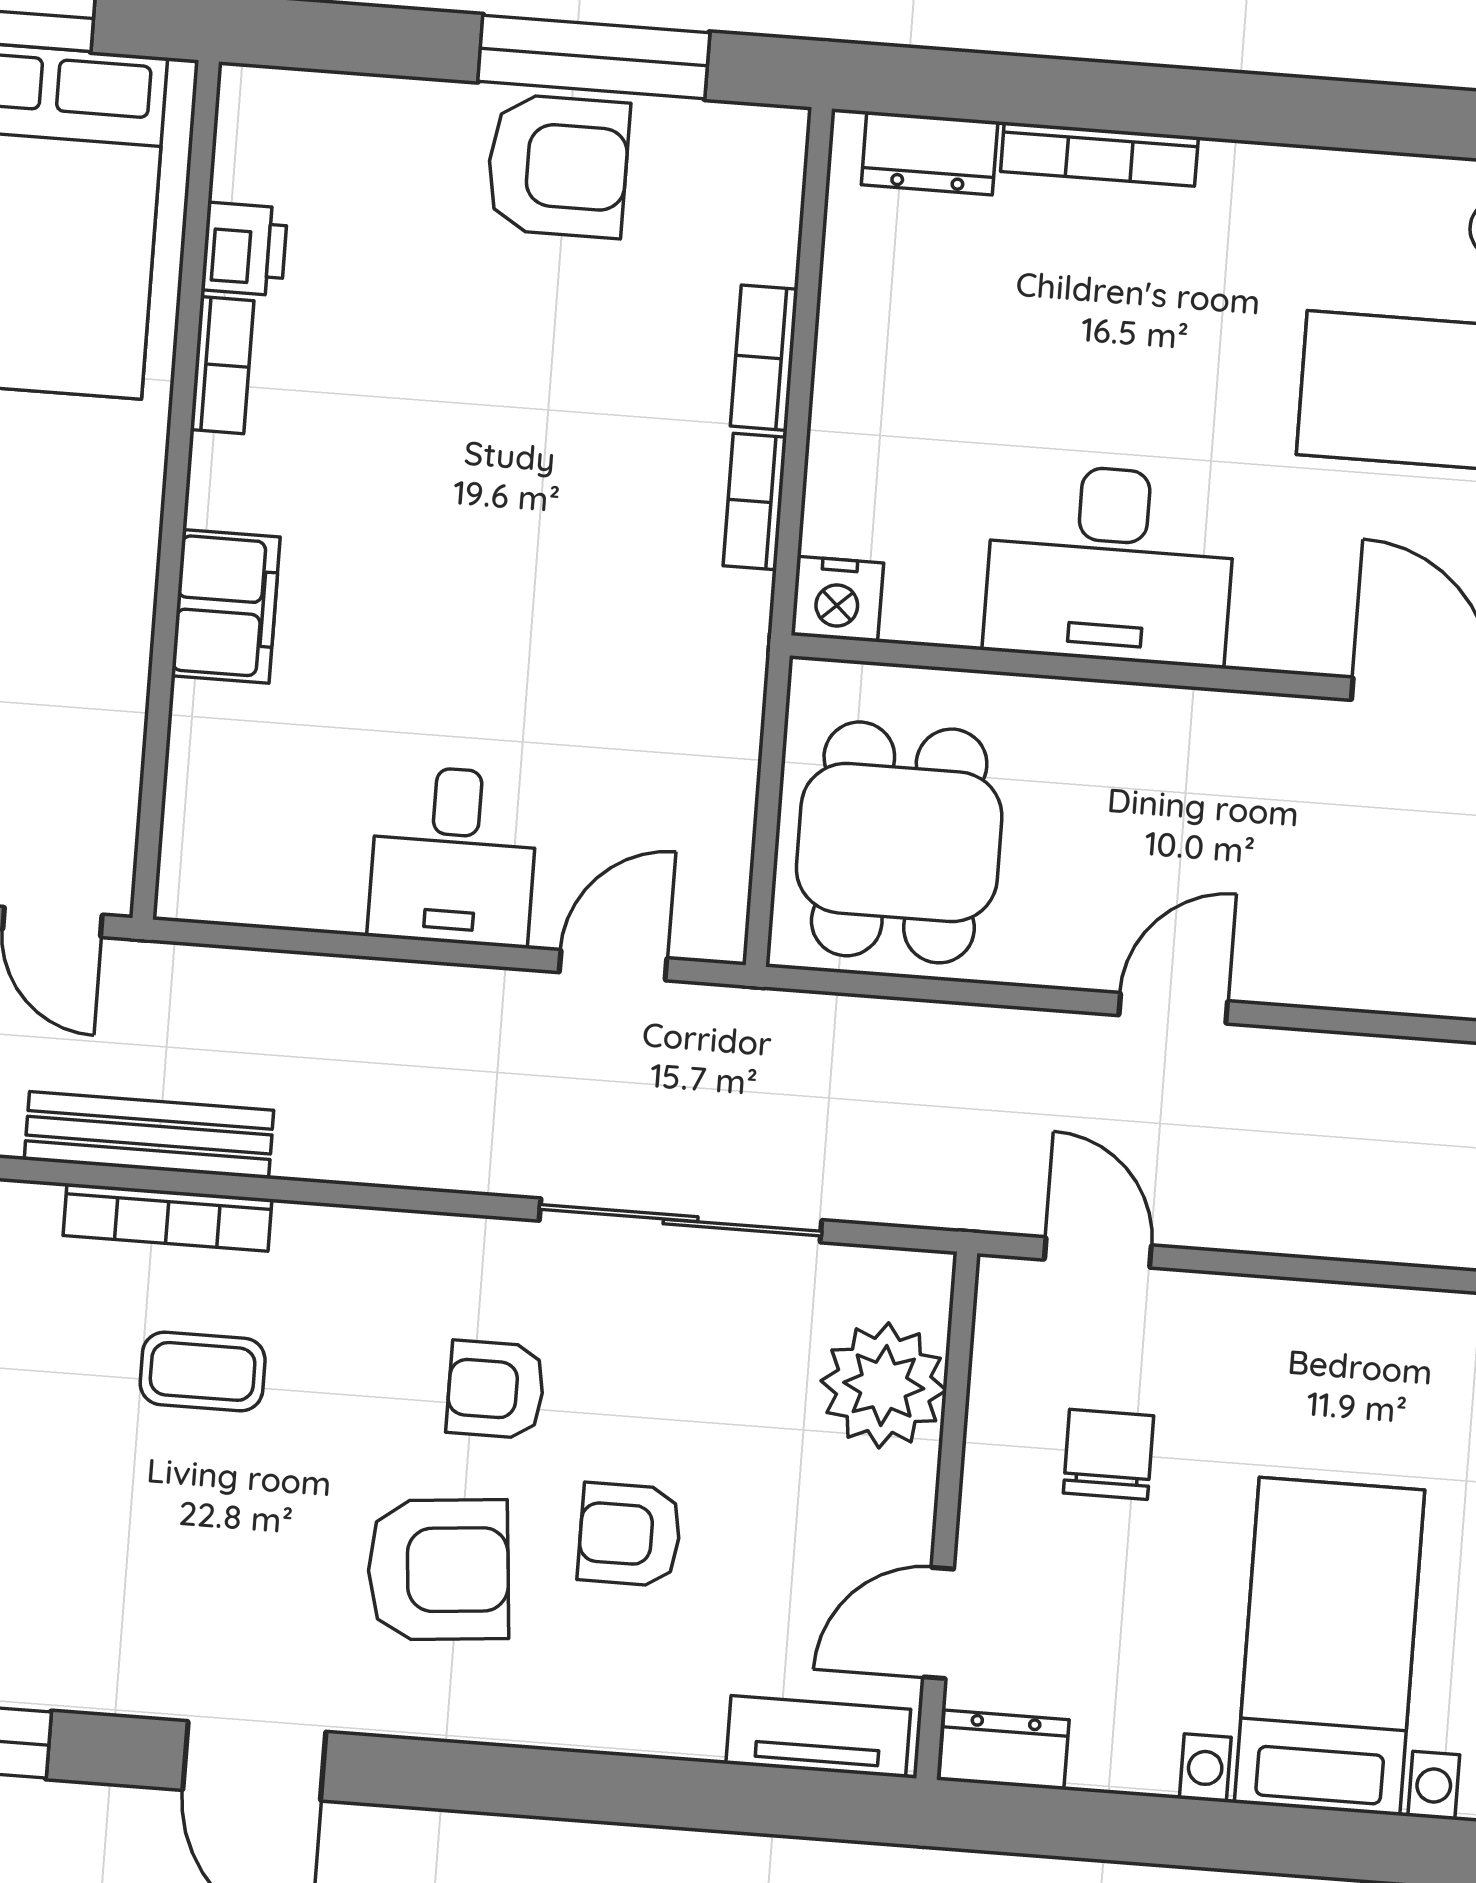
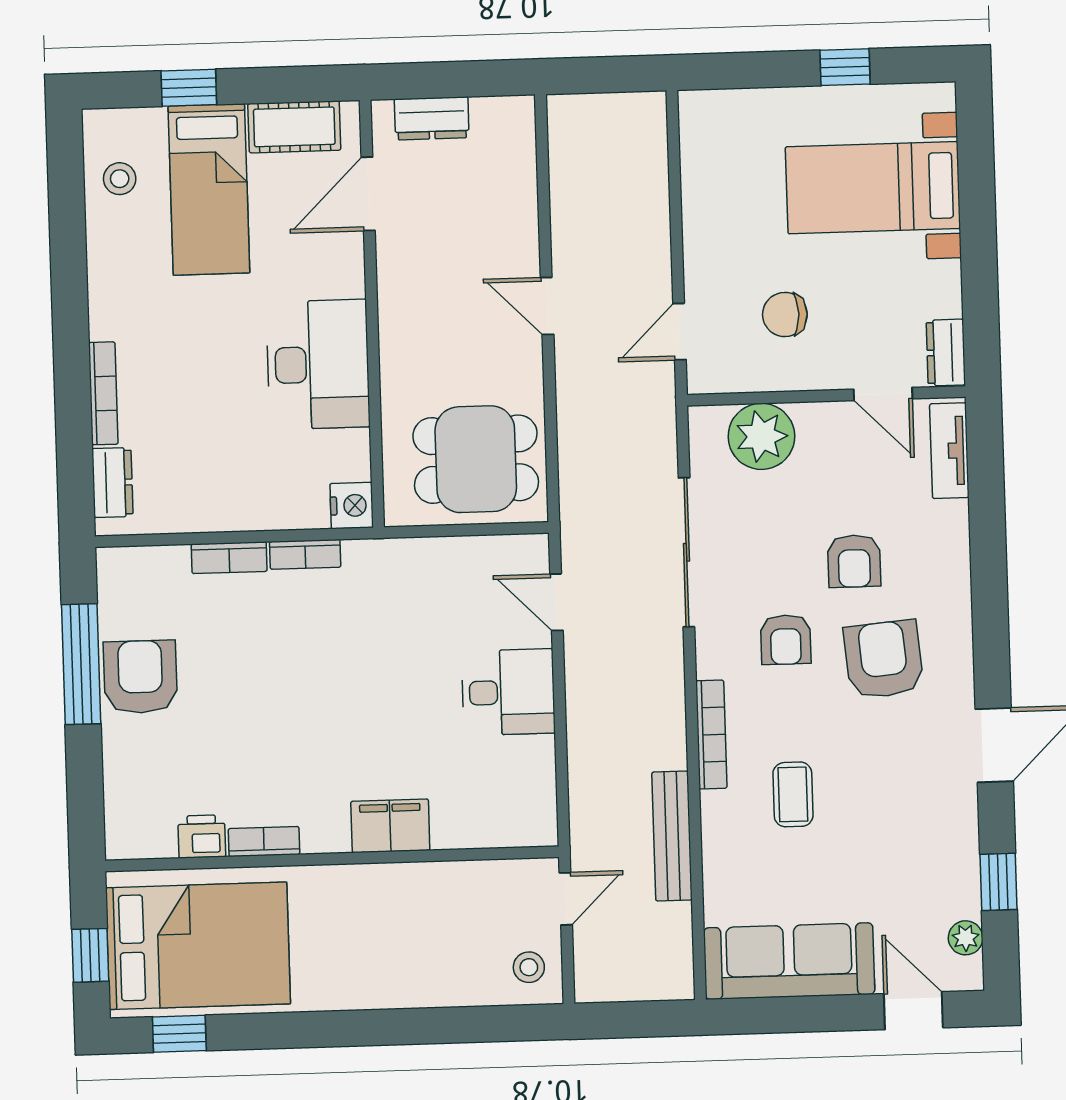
bookcase: (168, 1217) -> (711, 735), moved

